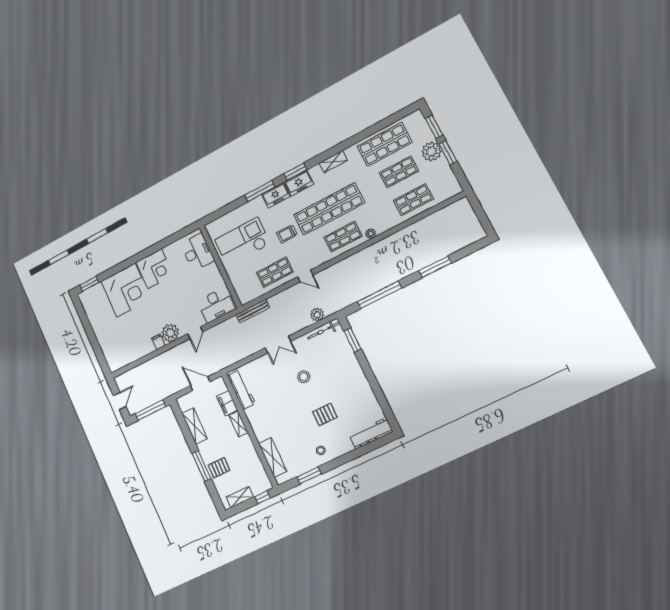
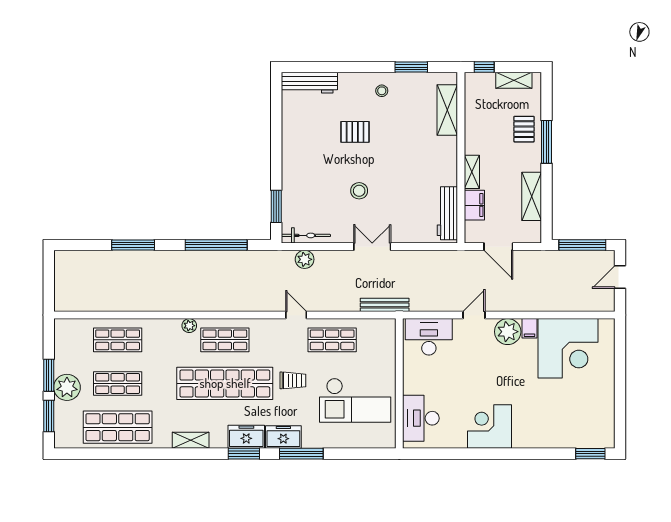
corner desk: (126, 290) -> (568, 348), moved, turned 180
pallet: (219, 468) -> (524, 129), turned 90

